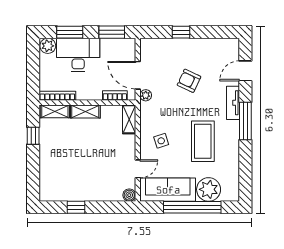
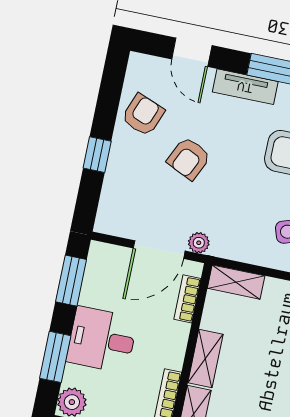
armchair: (207, 52) -> (143, 115), added
desk: (78, 55) -> (102, 340), width x0.73

